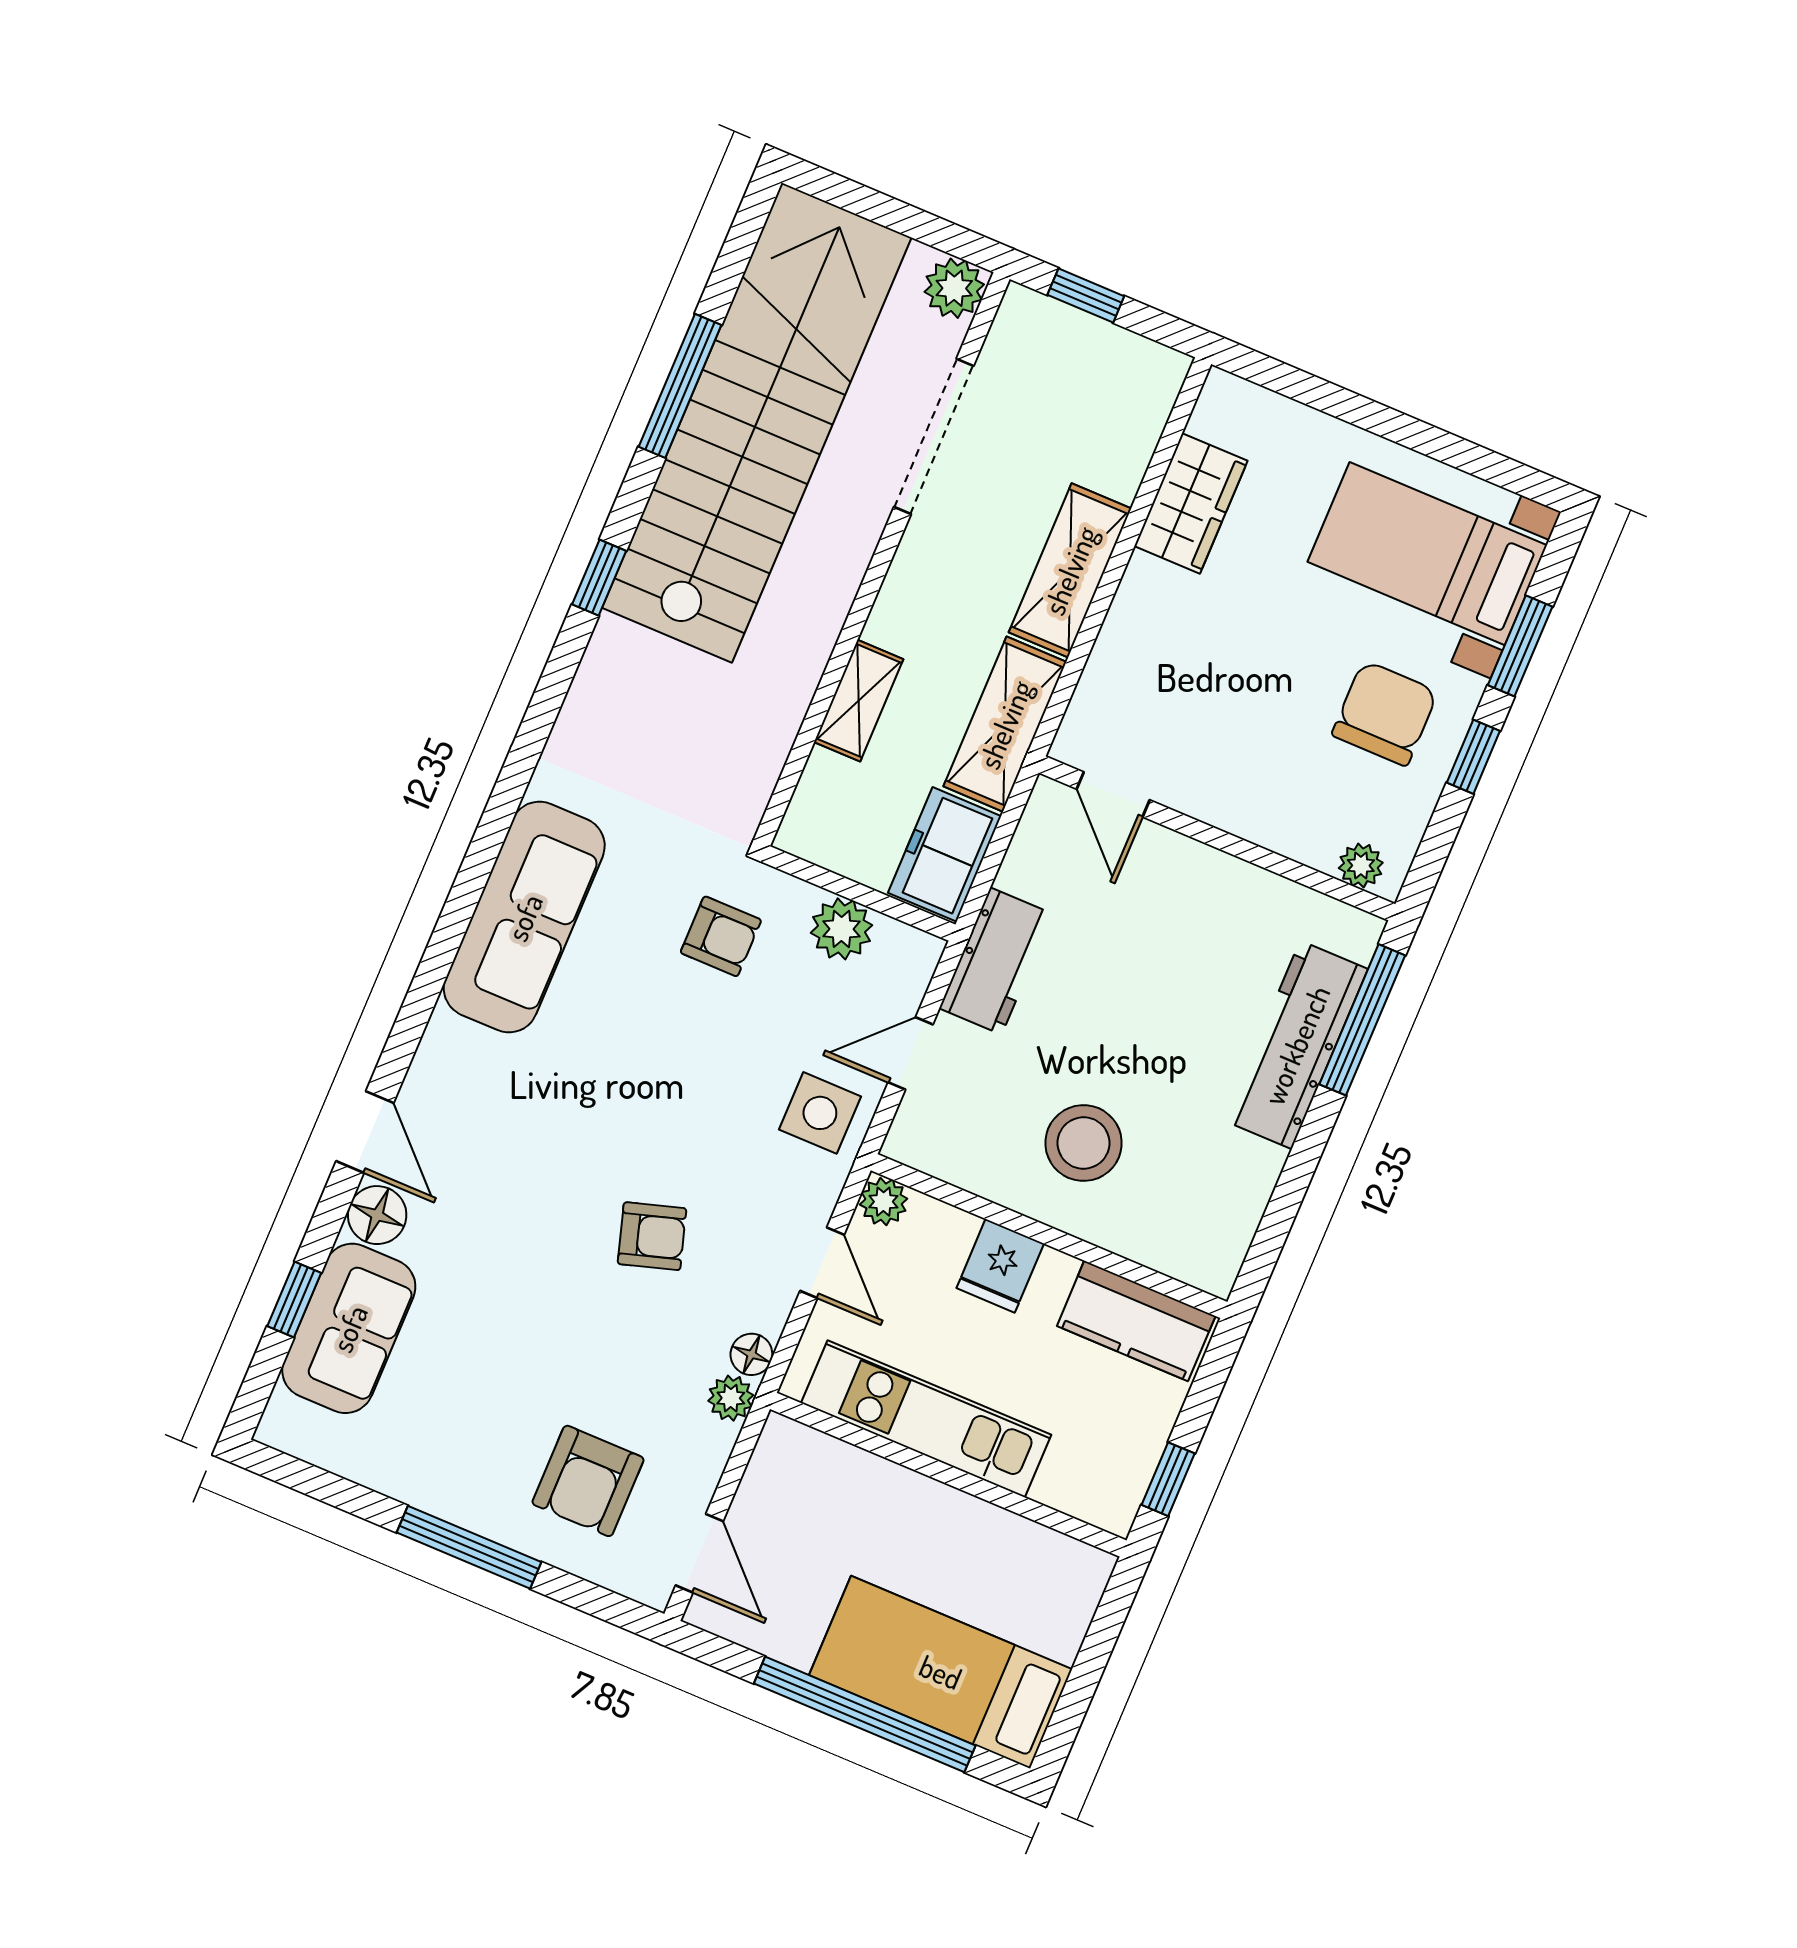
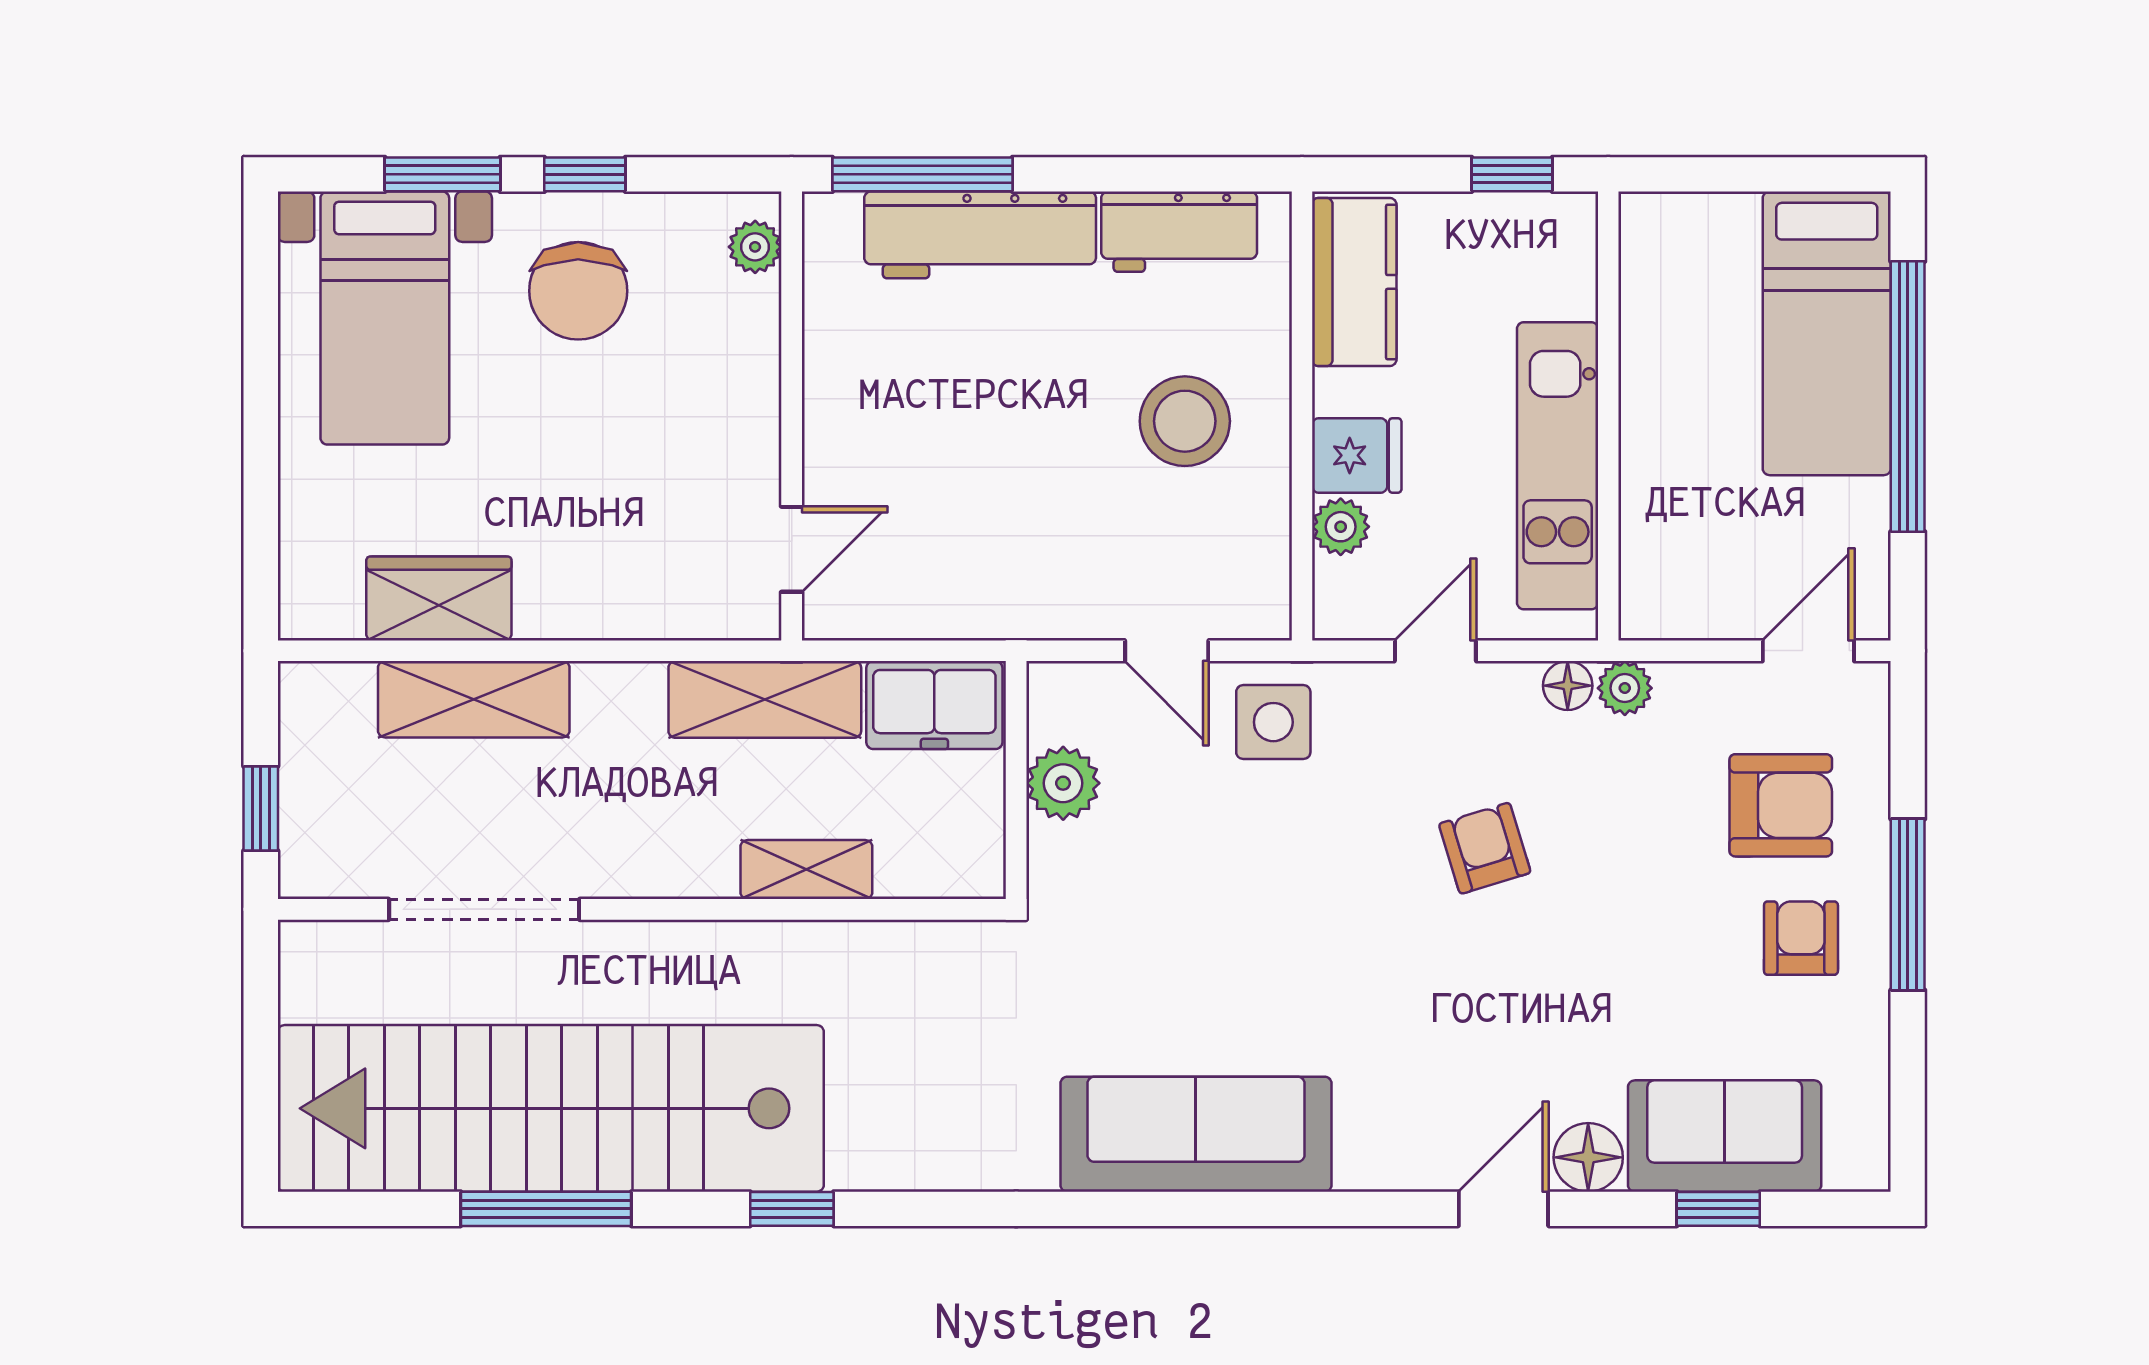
plant: (954, 288) -> (313, 955), removed
shelving: (1070, 570) -> (474, 699), moved
chair: (1385, 713) -> (578, 291), turned -90
armchair: (721, 936) -> (1801, 938), moved
workbench: (996, 961) -> (1179, 232), moved, turned 180
plant: (883, 1202) -> (1341, 527), moved

